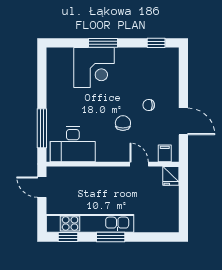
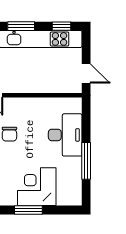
window: (42, 128) -> (86, 161), moved
desk: (73, 144) -> (65, 135), moved, turned 90

